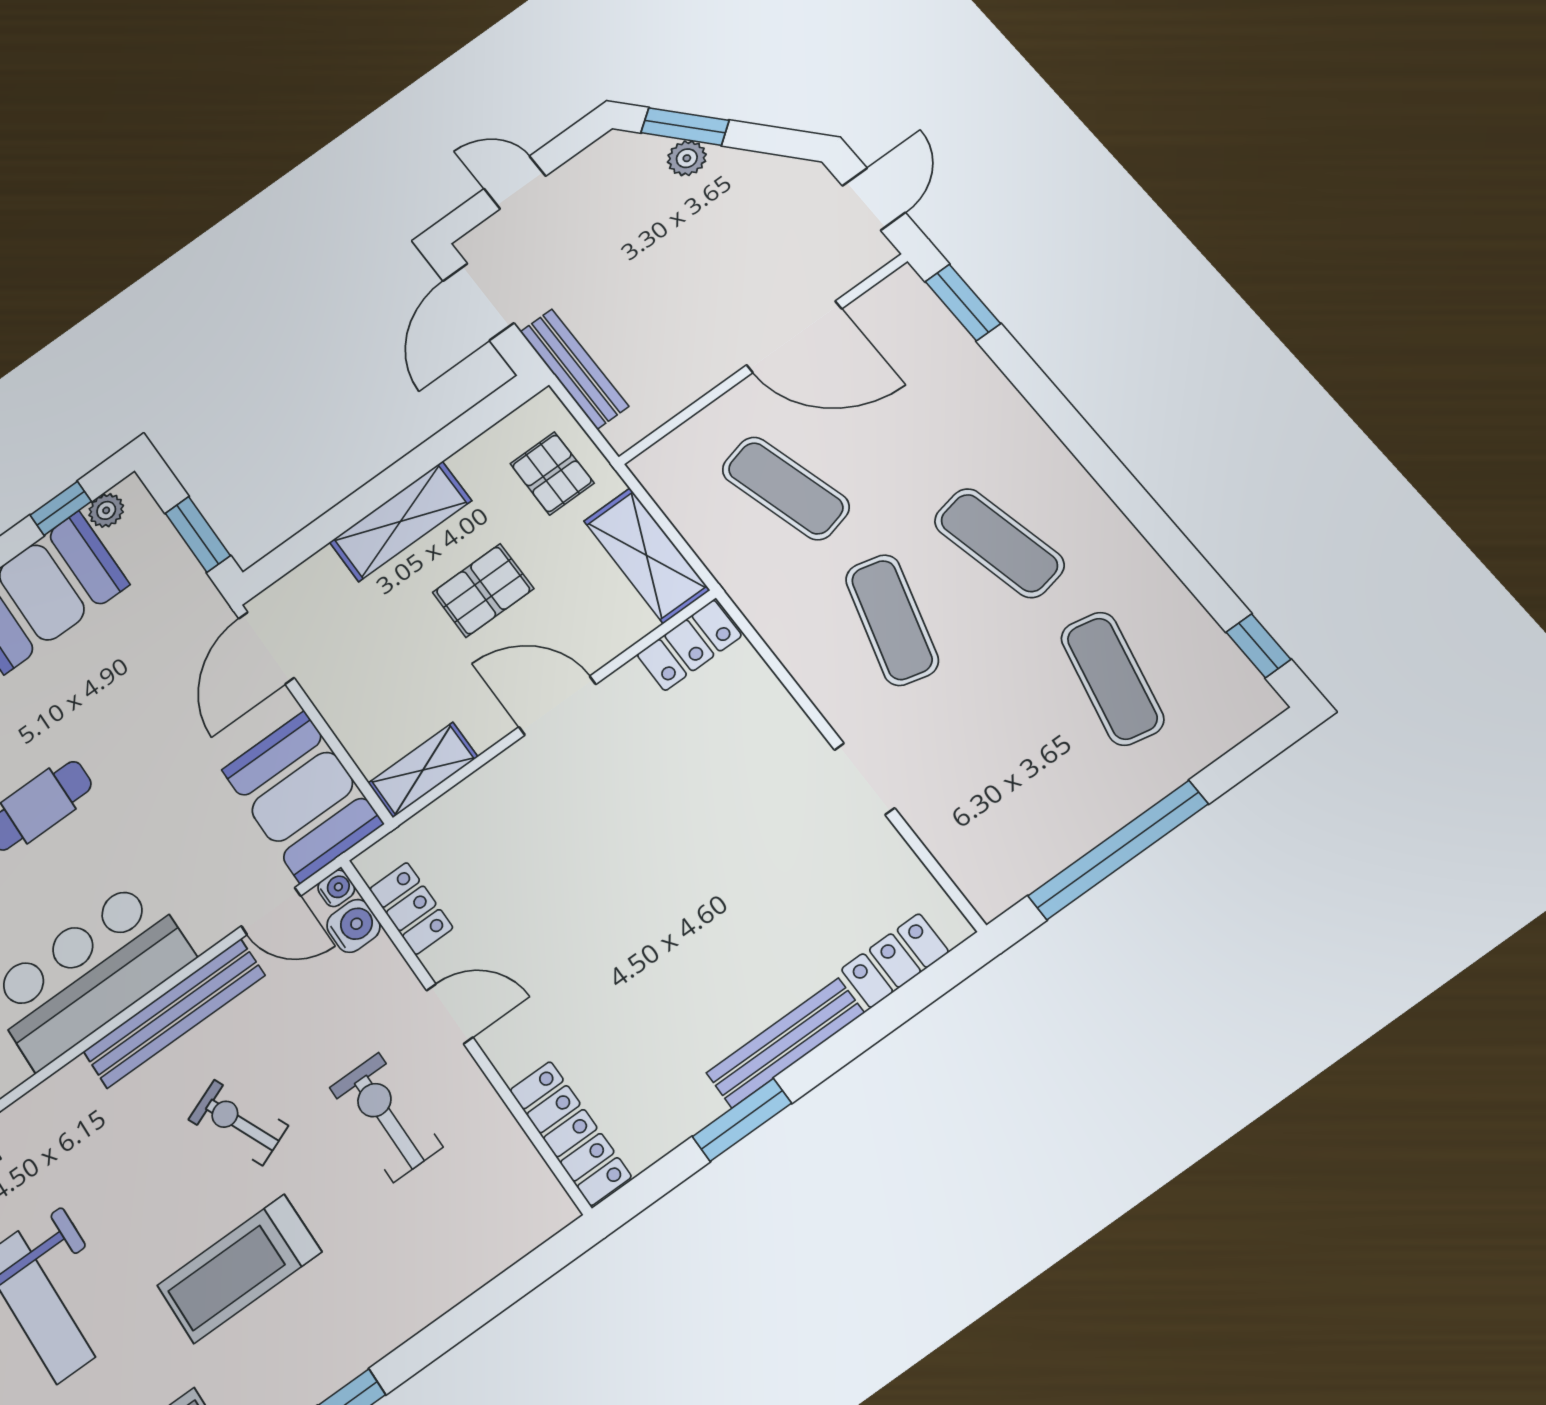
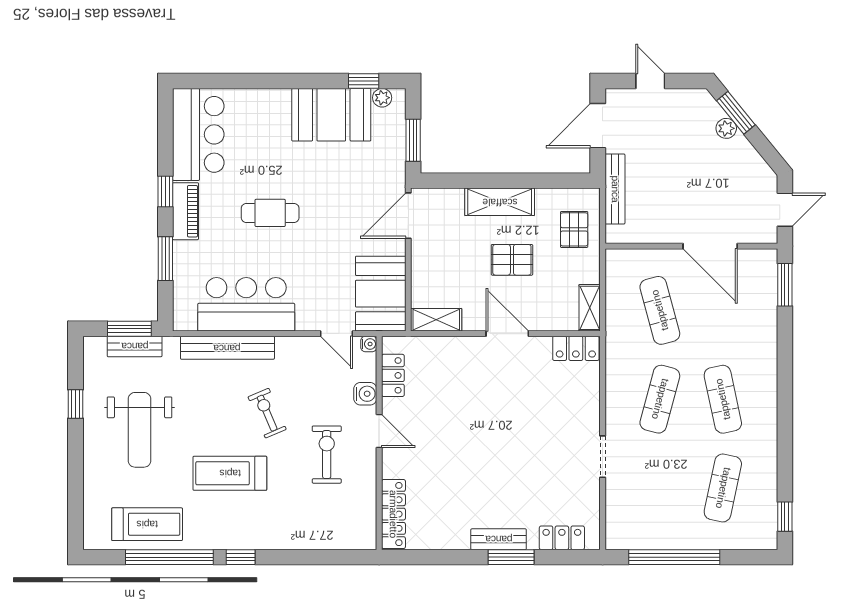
shelving: (647, 555) -> (590, 308), width x0.67, depth x0.75
water cooler: (353, 926) -> (365, 394), moved
bench: (174, 1013) -> (227, 348), moved
bench: (785, 1043) -> (499, 539), width x0.73
window: (742, 1120) -> (511, 557), moved

